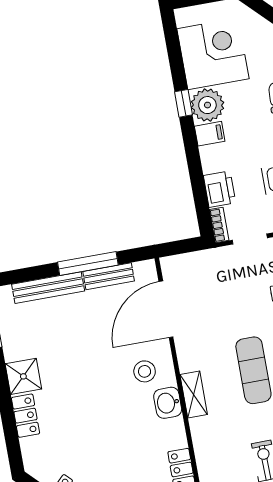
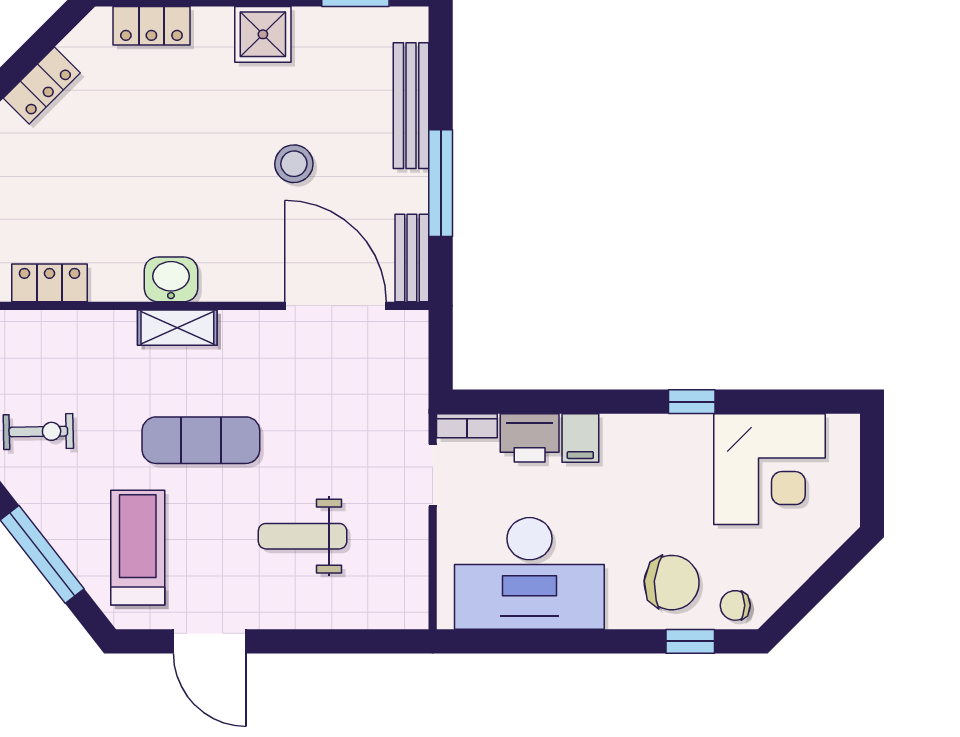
plant: (207, 105) -> (681, 443), removed
filing cabinet: (210, 134) -> (580, 438), moved
bench: (109, 276) -> (412, 258), moved
stool: (145, 371) -> (294, 164), moved
locker: (26, 416) -> (151, 26), moved

